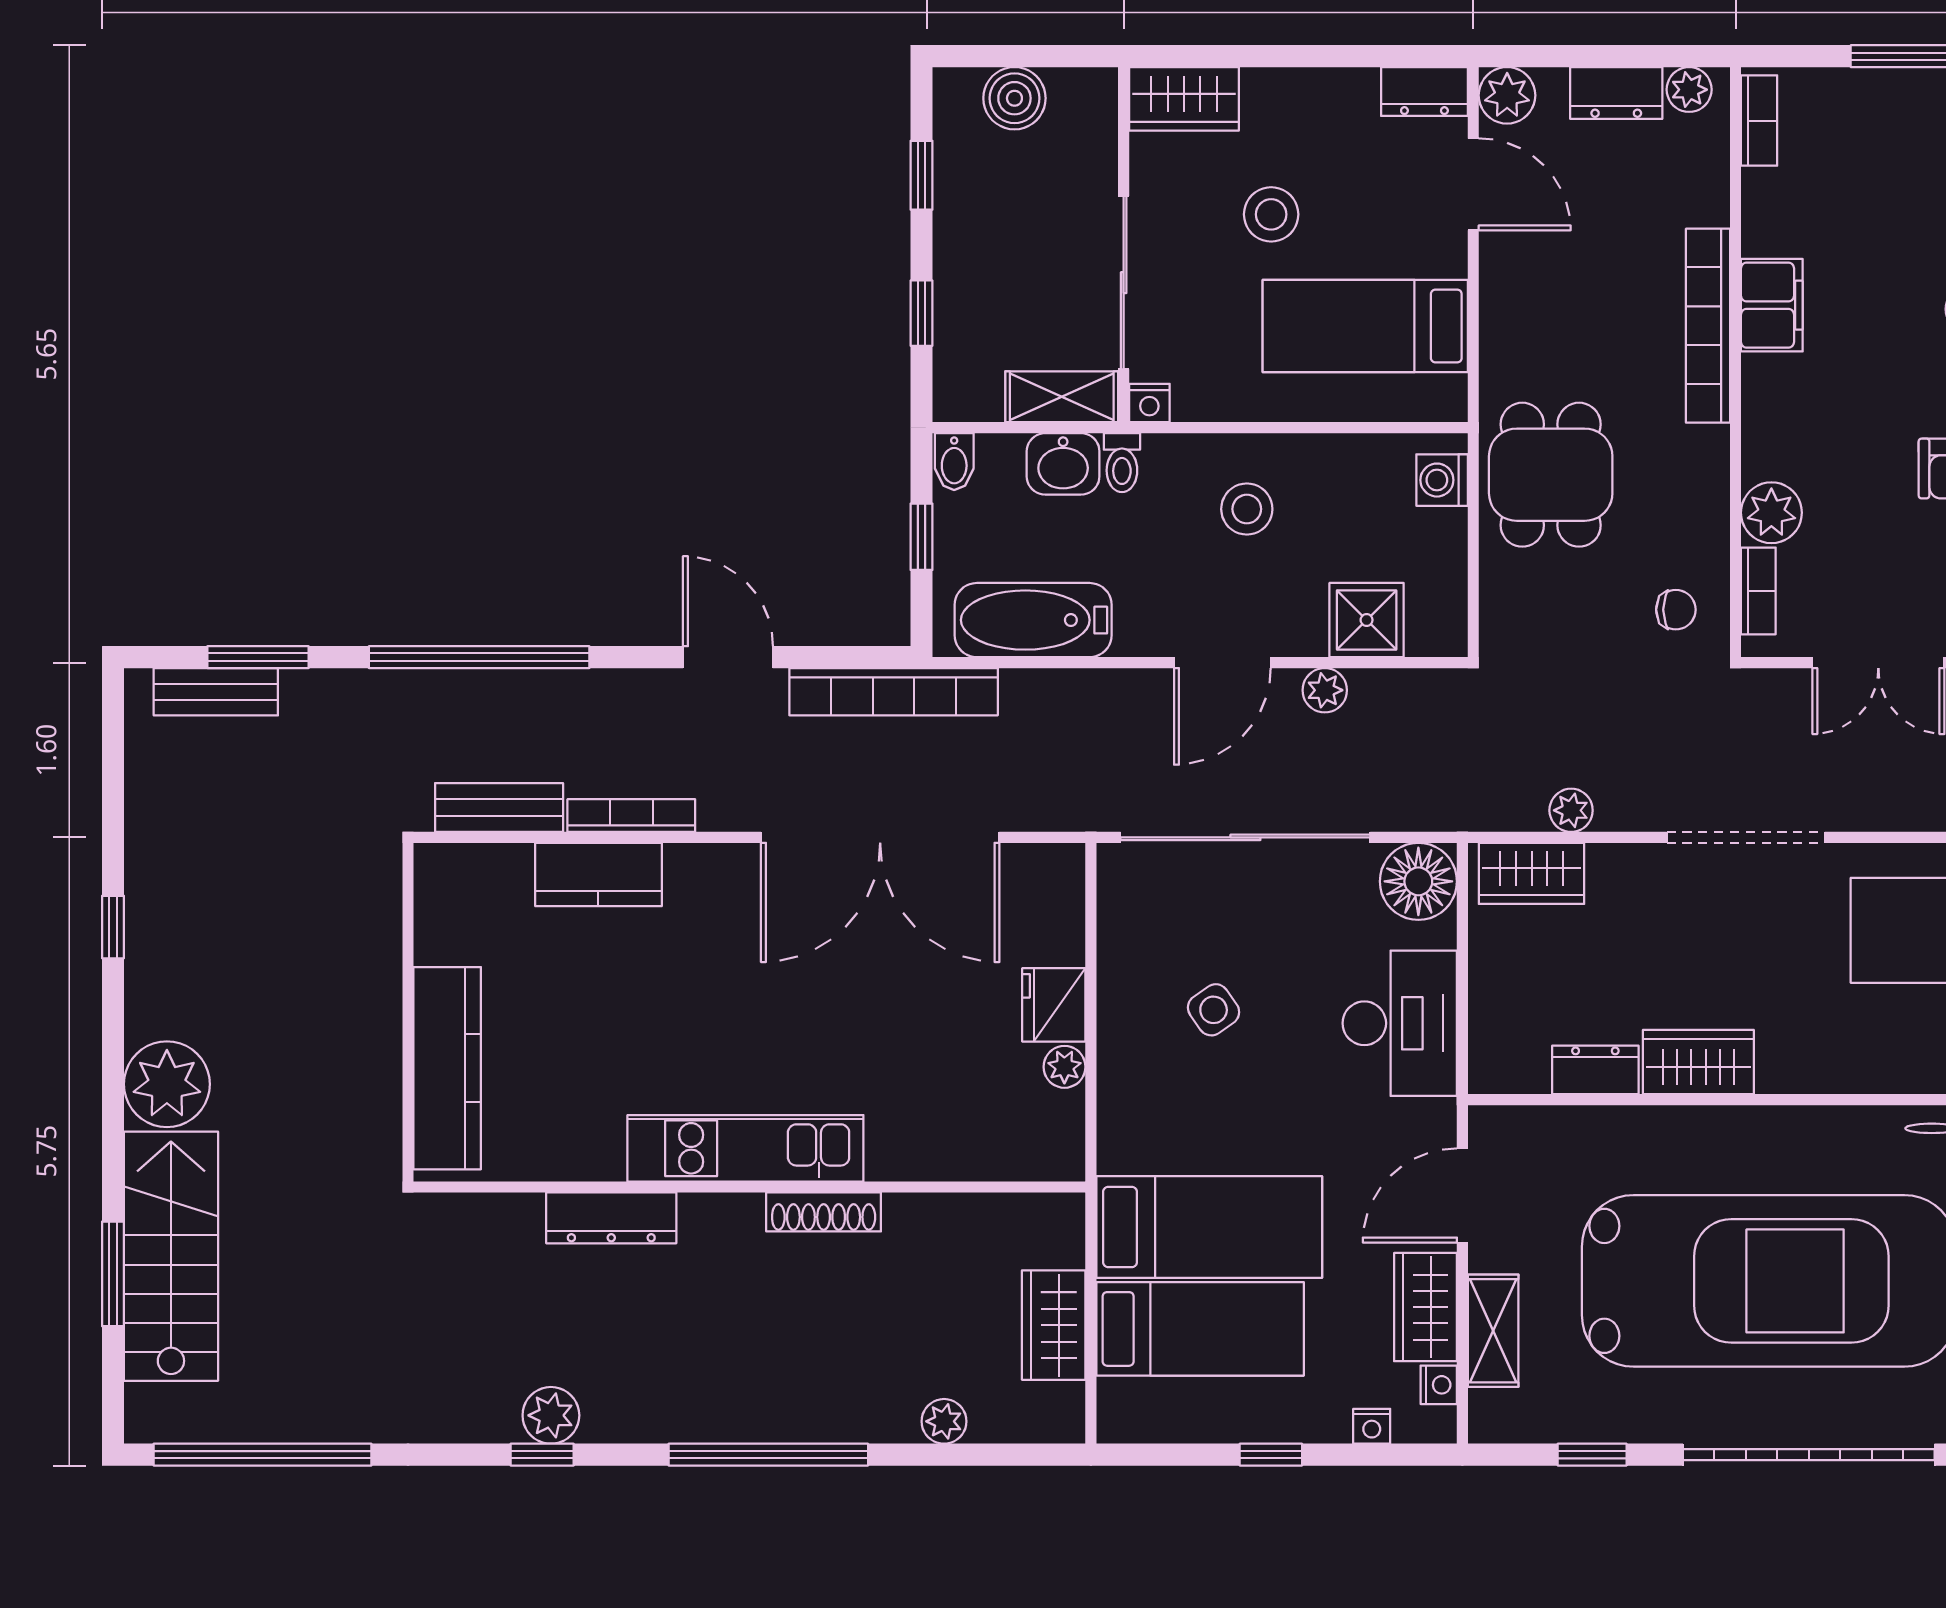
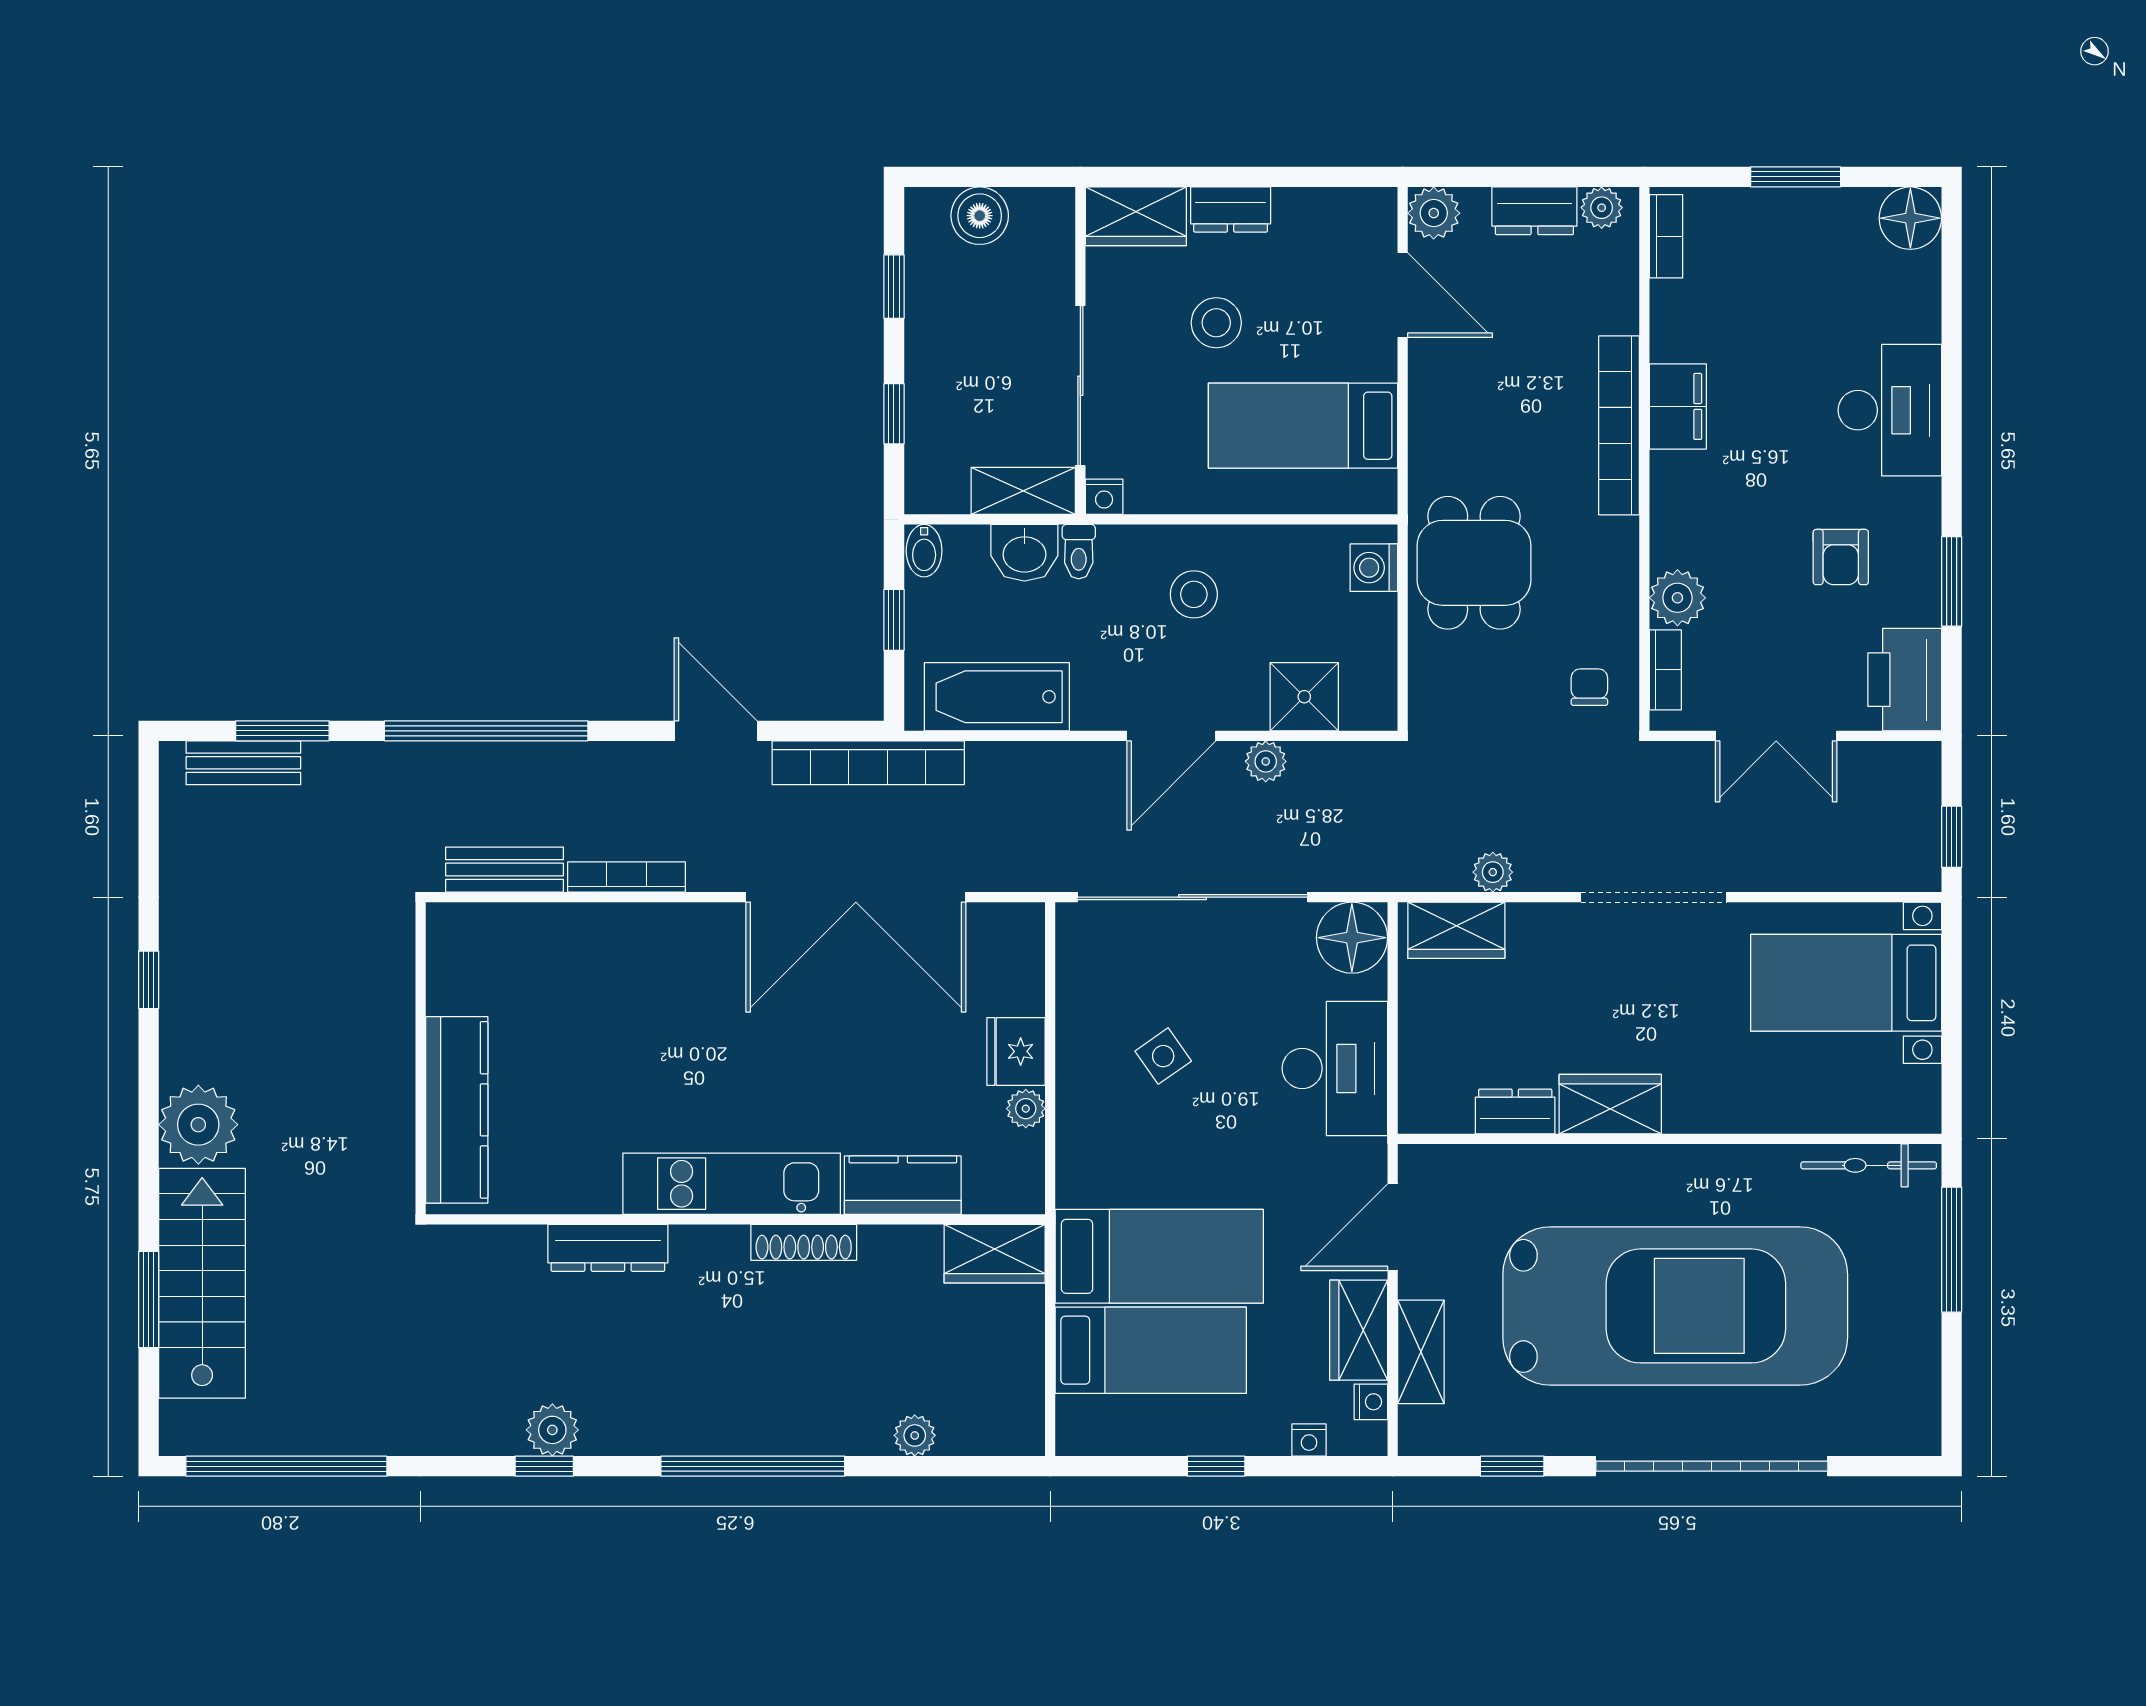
dresser: (1424, 92) -> (1231, 209), moved
chair: (1676, 610) -> (1589, 687), turned -90
kitchen counter: (598, 875) -> (903, 1185), moved, turned 180
wardrobe: (1054, 1325) -> (995, 1254), moved, turned -90

